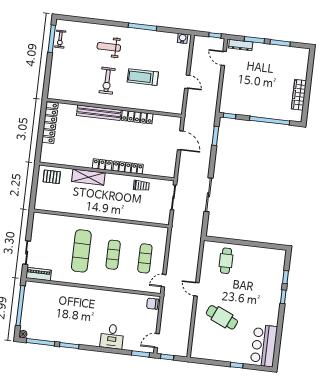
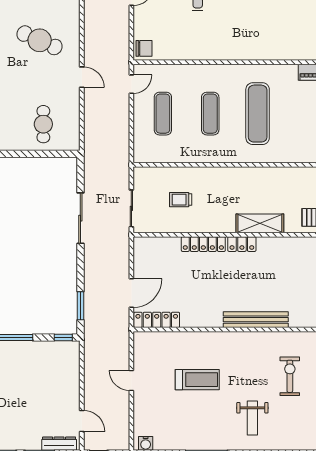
weight bench: (109, 47) -> (252, 418), turned 90
exercise bike: (107, 81) -> (290, 376), moved
locker: (137, 117) -> (157, 320), moved
door: (180, 140) -> (131, 293), swing flipped
trolley: (141, 186) -> (181, 200), moved

